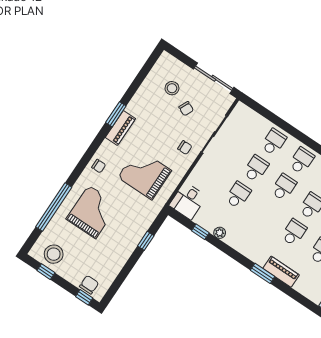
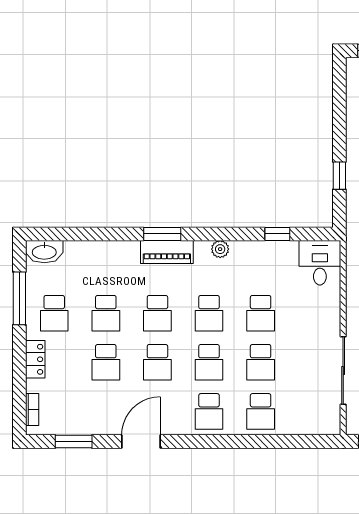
school desk: (266, 214) -> (209, 313), added
plant: (220, 233) -> (220, 249), moved
piano: (281, 272) -> (167, 252), moved

